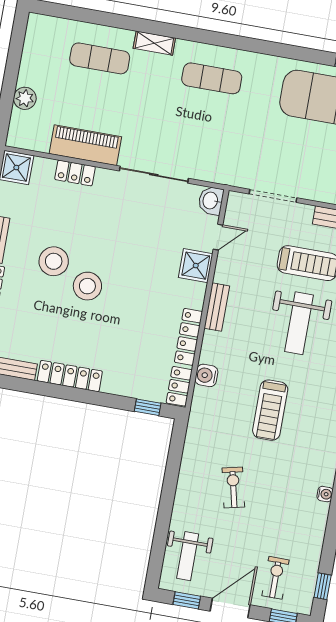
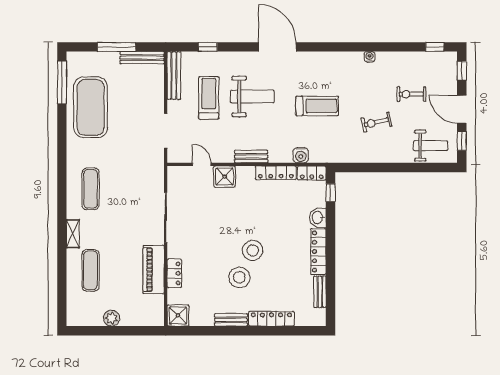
plant: (25, 98) -> (112, 318), moved
washbasin: (211, 201) -> (318, 218), moved, turned 90
exercise bike: (276, 578) -> (411, 94), moved

